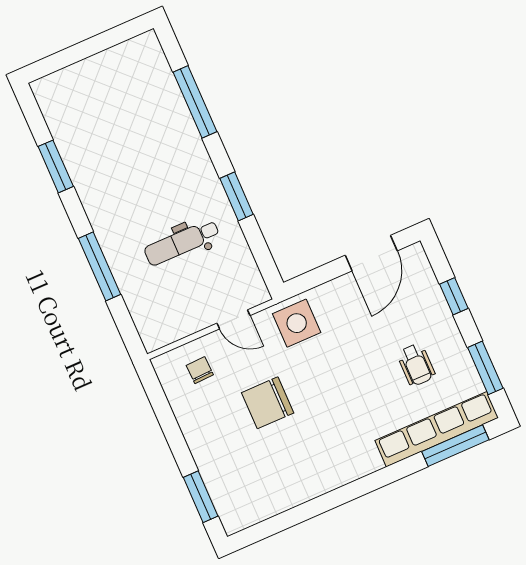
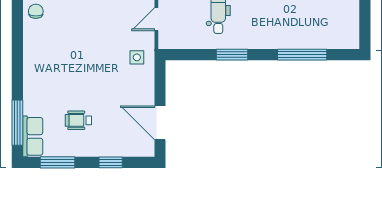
side table: (297, 323) -> (137, 57), width x0.54, depth x0.54
chair: (268, 403) -> (36, 11), moved, width x0.54, depth x0.54
row of seats: (437, 429) -> (33, 136), width x0.50

